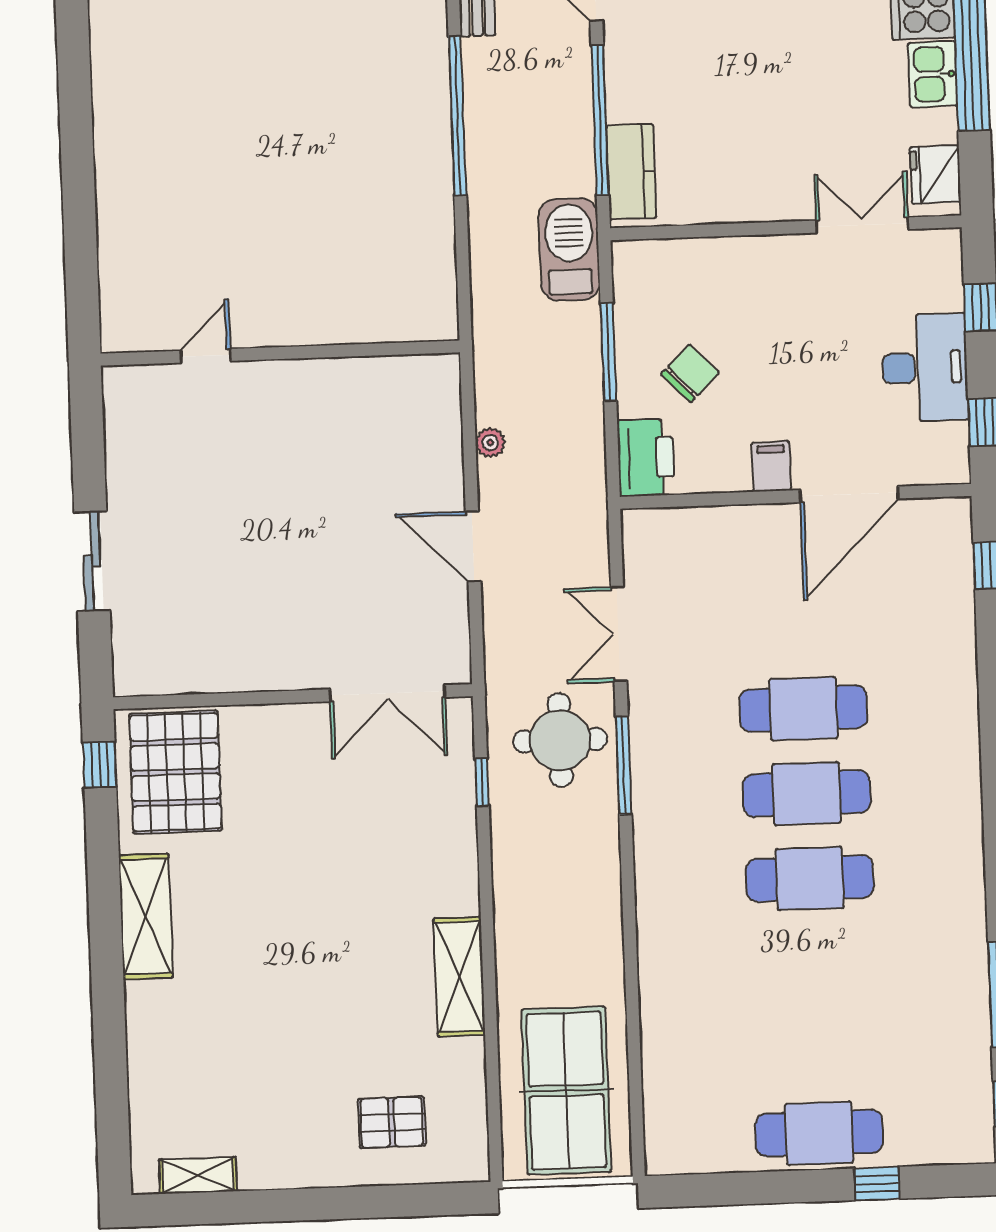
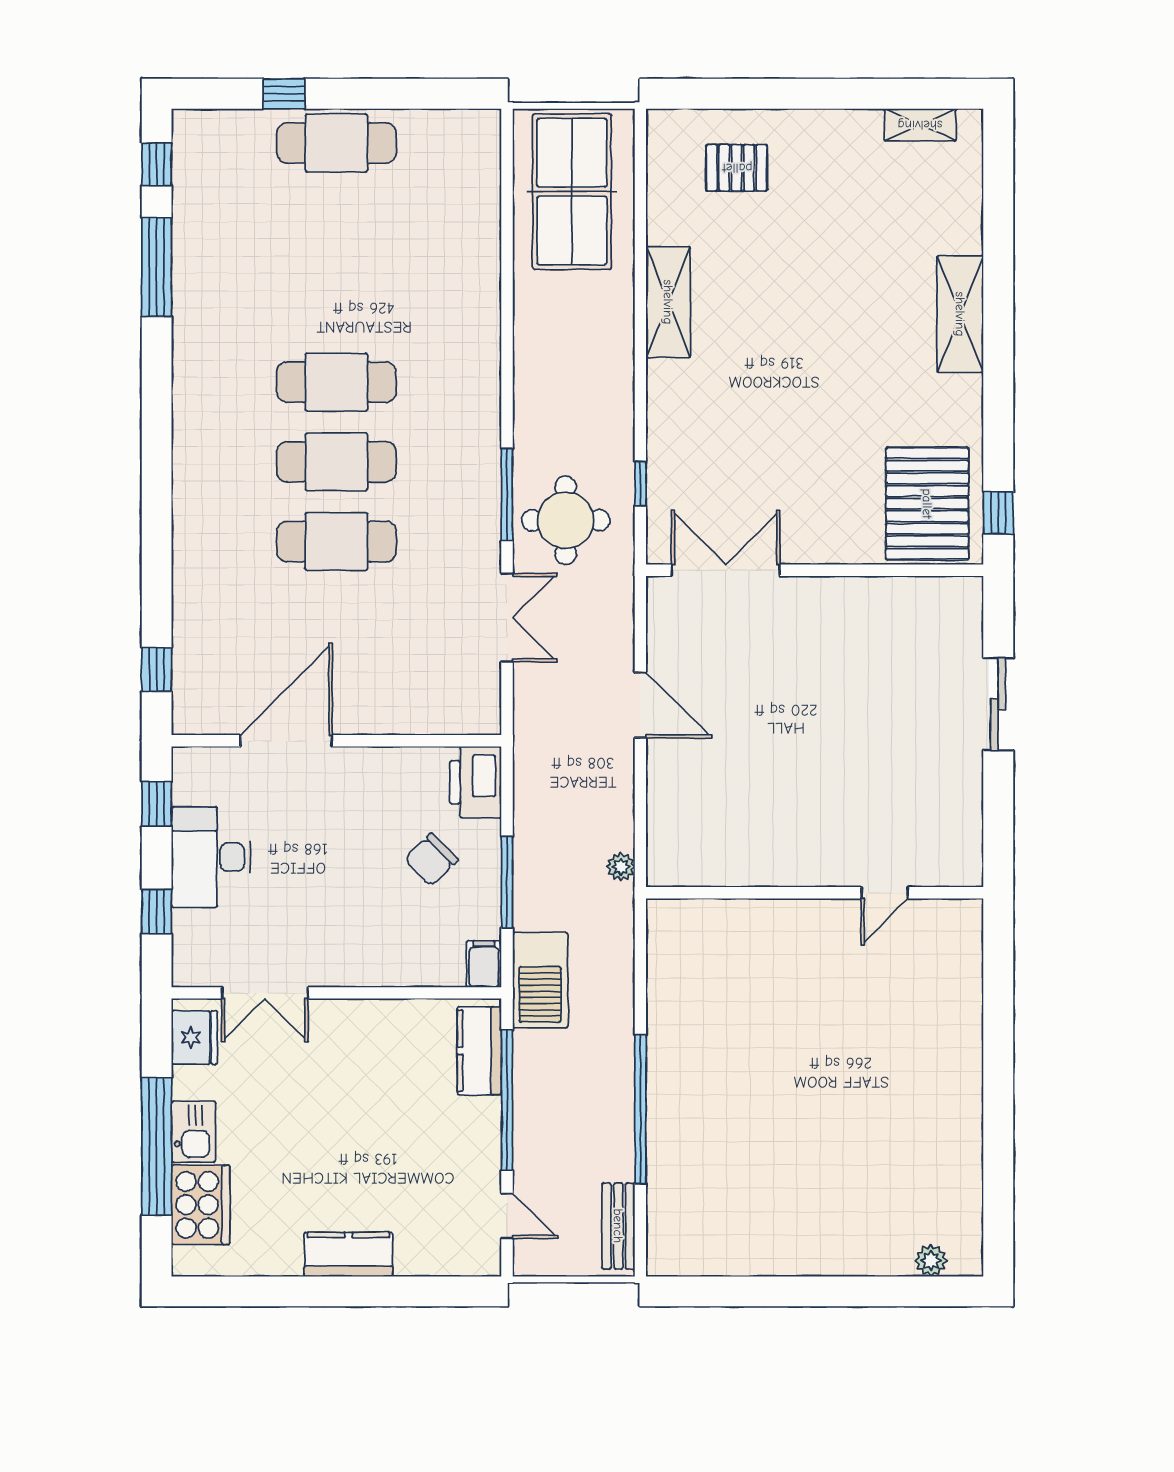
plant: (490, 443) -> (621, 867), moved
filing cabinet: (771, 466) -> (484, 964), moved, turned 180
shelving: (146, 917) -> (960, 314), moved

